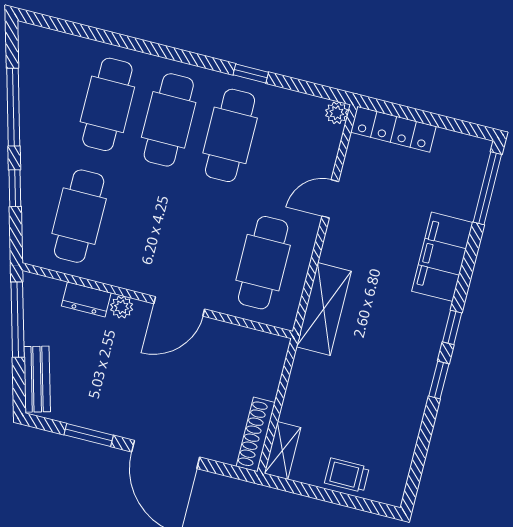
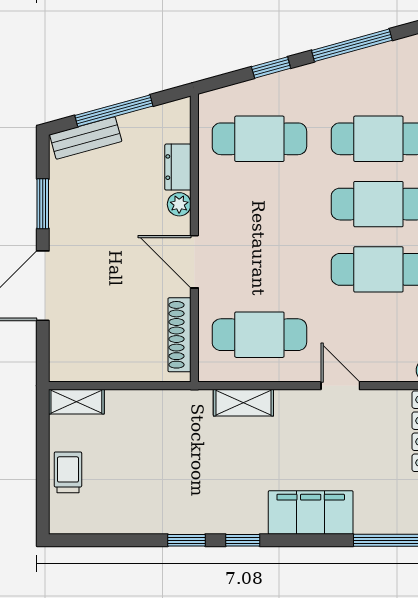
shelving: (324, 309) -> (243, 403), width x0.67, depth x0.75
window: (18, 320) -> (114, 111), moved
shoe rack: (256, 434) -> (180, 335), moved, turned -90

